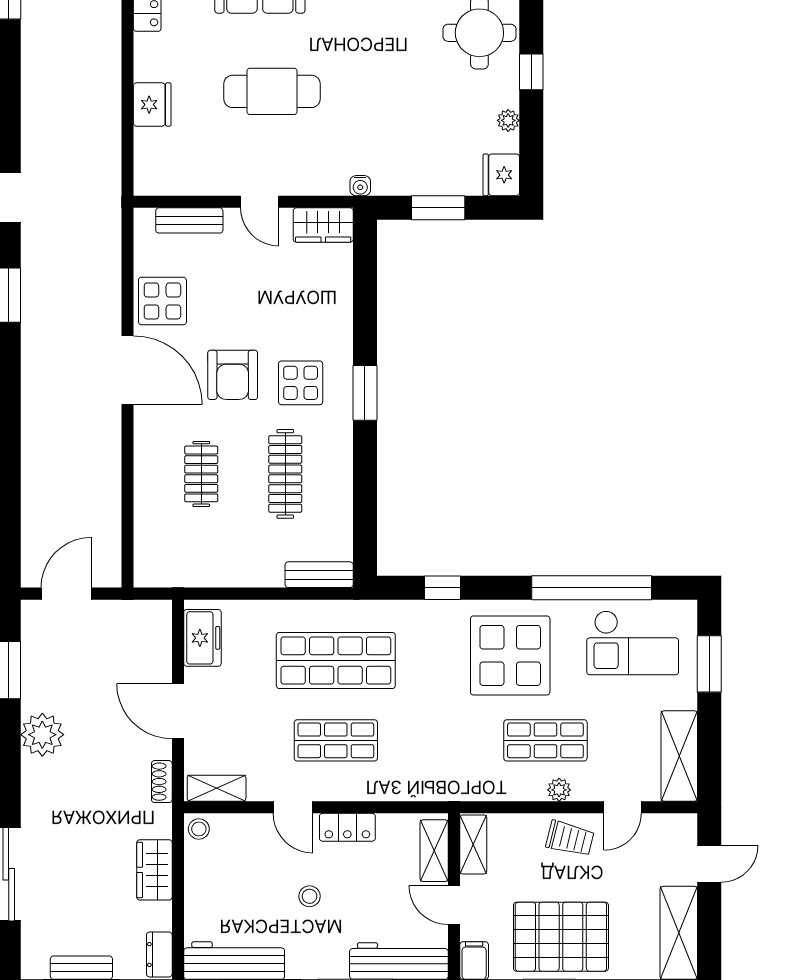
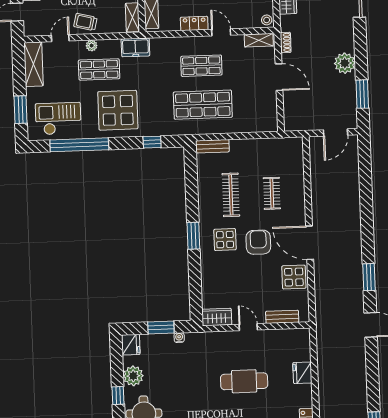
plant: (508, 120) -> (133, 376), width x1.88, depth x1.88
water cooler: (360, 186) -> (179, 338), moved
freezer: (202, 638) -> (135, 47), moved, turned -90

